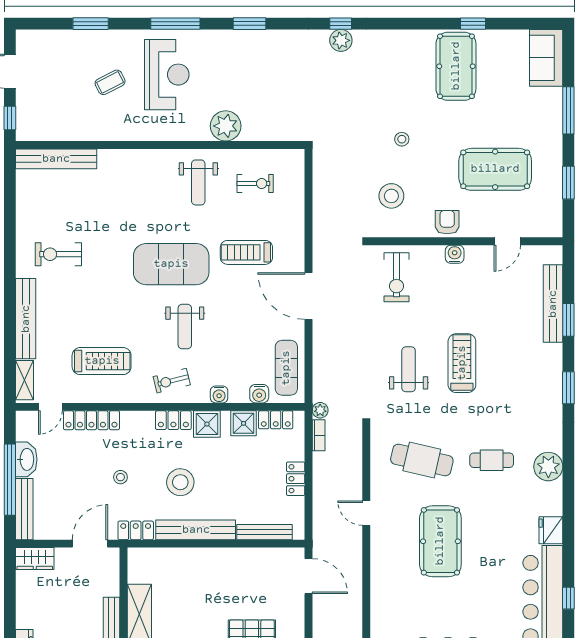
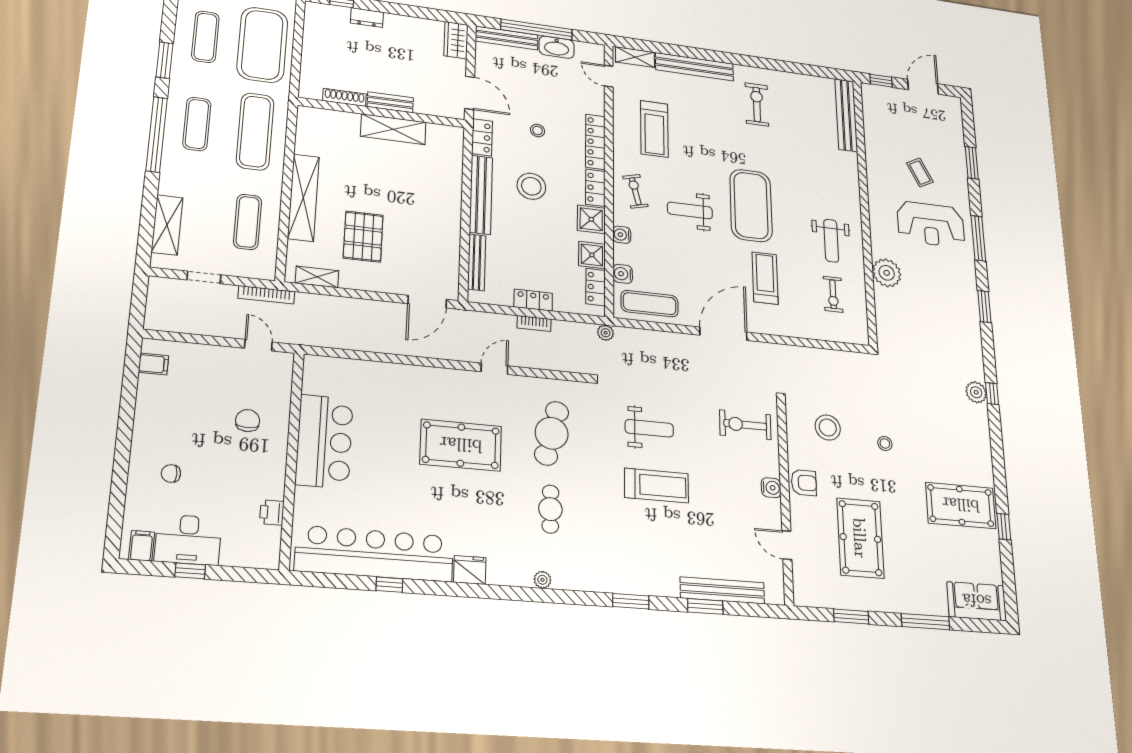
weight bench: (198, 182) -> (831, 241), turned -90
locker: (91, 420) -> (595, 142), moved
bookcase: (319, 435) -> (534, 323), moved
plant: (548, 467) -> (542, 580), width x0.53, depth x0.53

